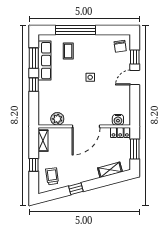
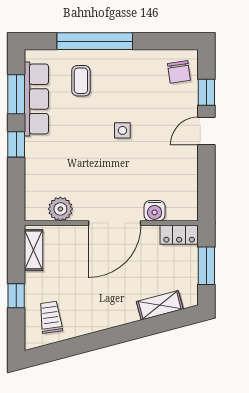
water cooler: (118, 120) -> (155, 211), moved
window: (76, 189) -> (96, 341), removed

